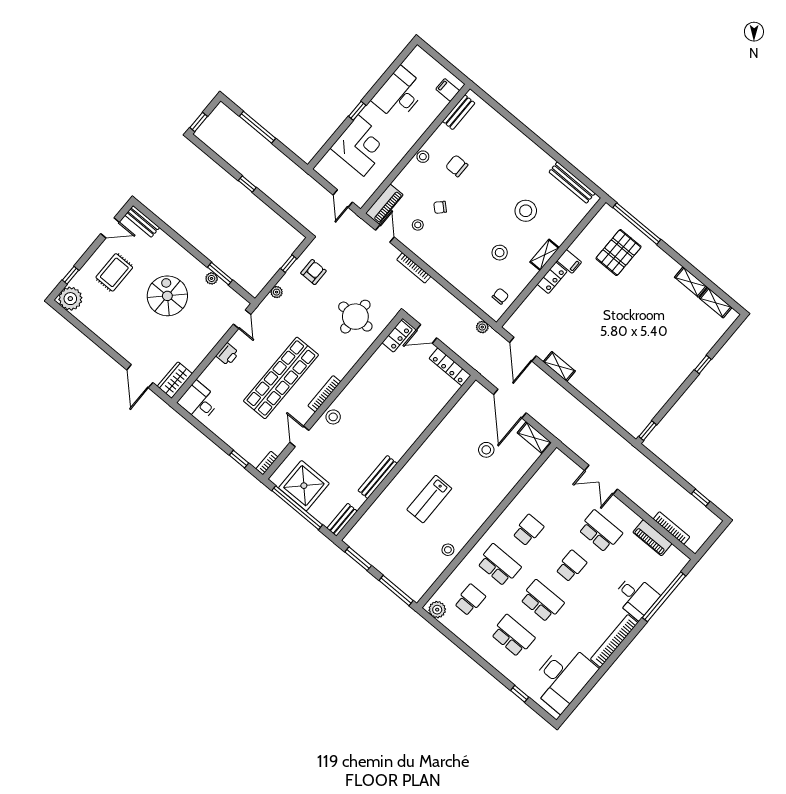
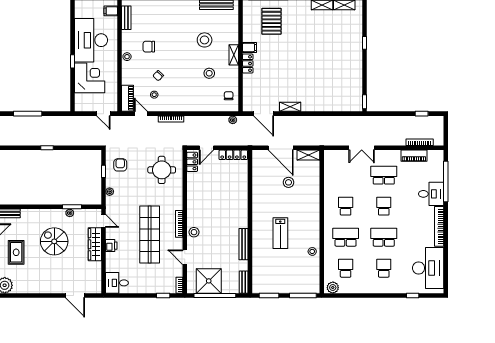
desk: (399, 94) -> (91, 40), width x1.36, depth x1.30
wardrobe: (175, 380) -> (95, 244), moved, width x1.50
school desk: (513, 636) -> (384, 268), width x0.54

